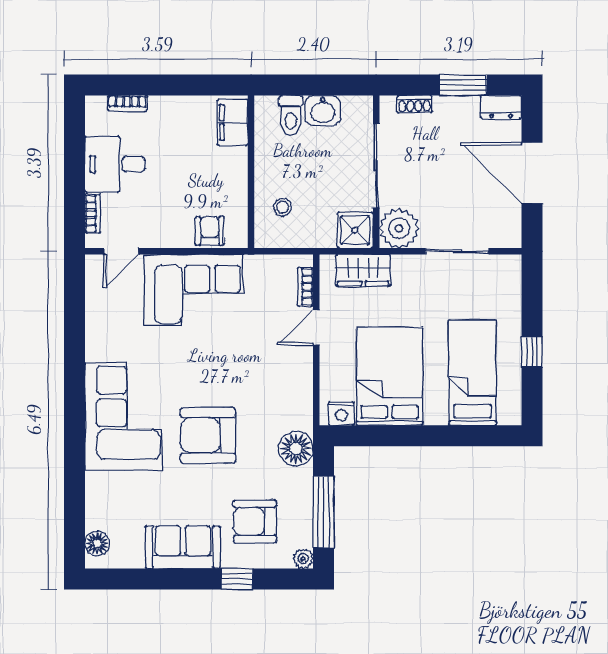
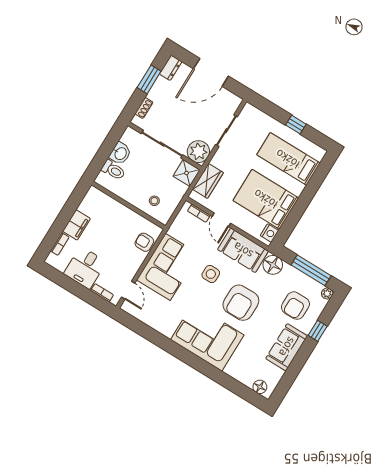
filing cabinet: (233, 122) -> (76, 225), moved, turned -90
side table: (224, 362) -> (211, 274), added
sofa: (290, 389) -> (243, 250), added

